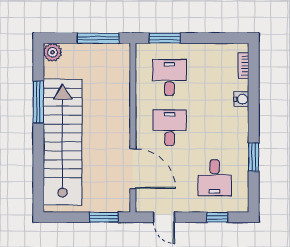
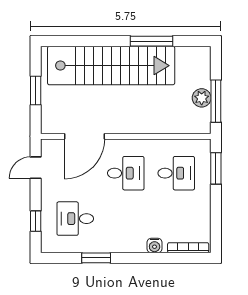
plant: (53, 52) -> (202, 98), moved
bookcase: (244, 66) -> (188, 248), width x1.56
window: (104, 217) -> (36, 91), moved

